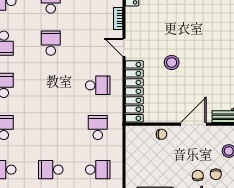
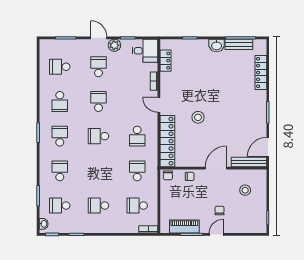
school desk: (51, 85) -> (98, 136), added
school desk: (98, 85) -> (137, 136), turned 90
school desk: (98, 170) -> (137, 206), turned 180
chair: (216, 174) -> (168, 175), moved

